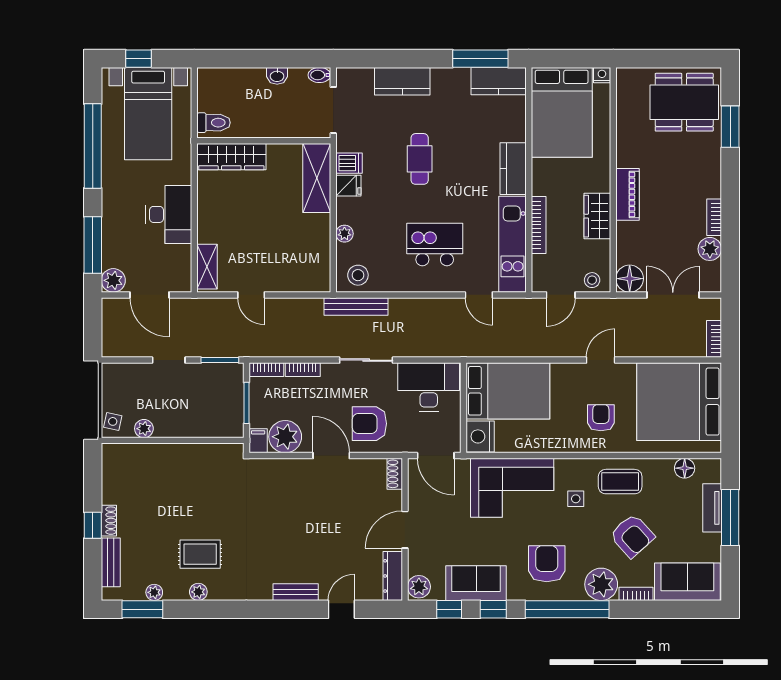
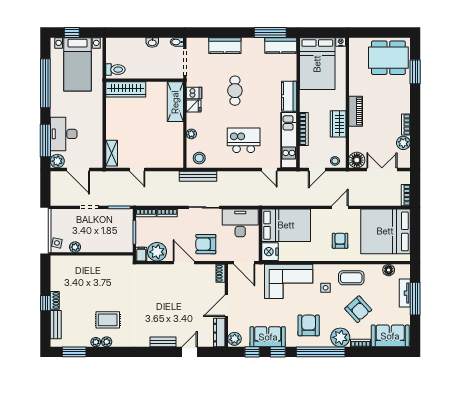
desk: (169, 214) -> (64, 134), moved, turned 180
plant: (154, 592) -> (96, 342), moved

